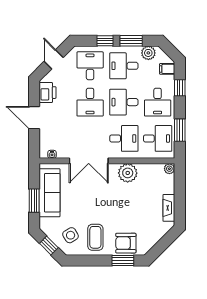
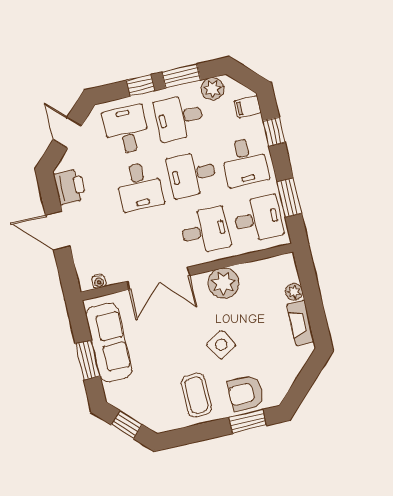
plant: (169, 169) -> (294, 292), moved
side table: (71, 235) -> (221, 345), moved

